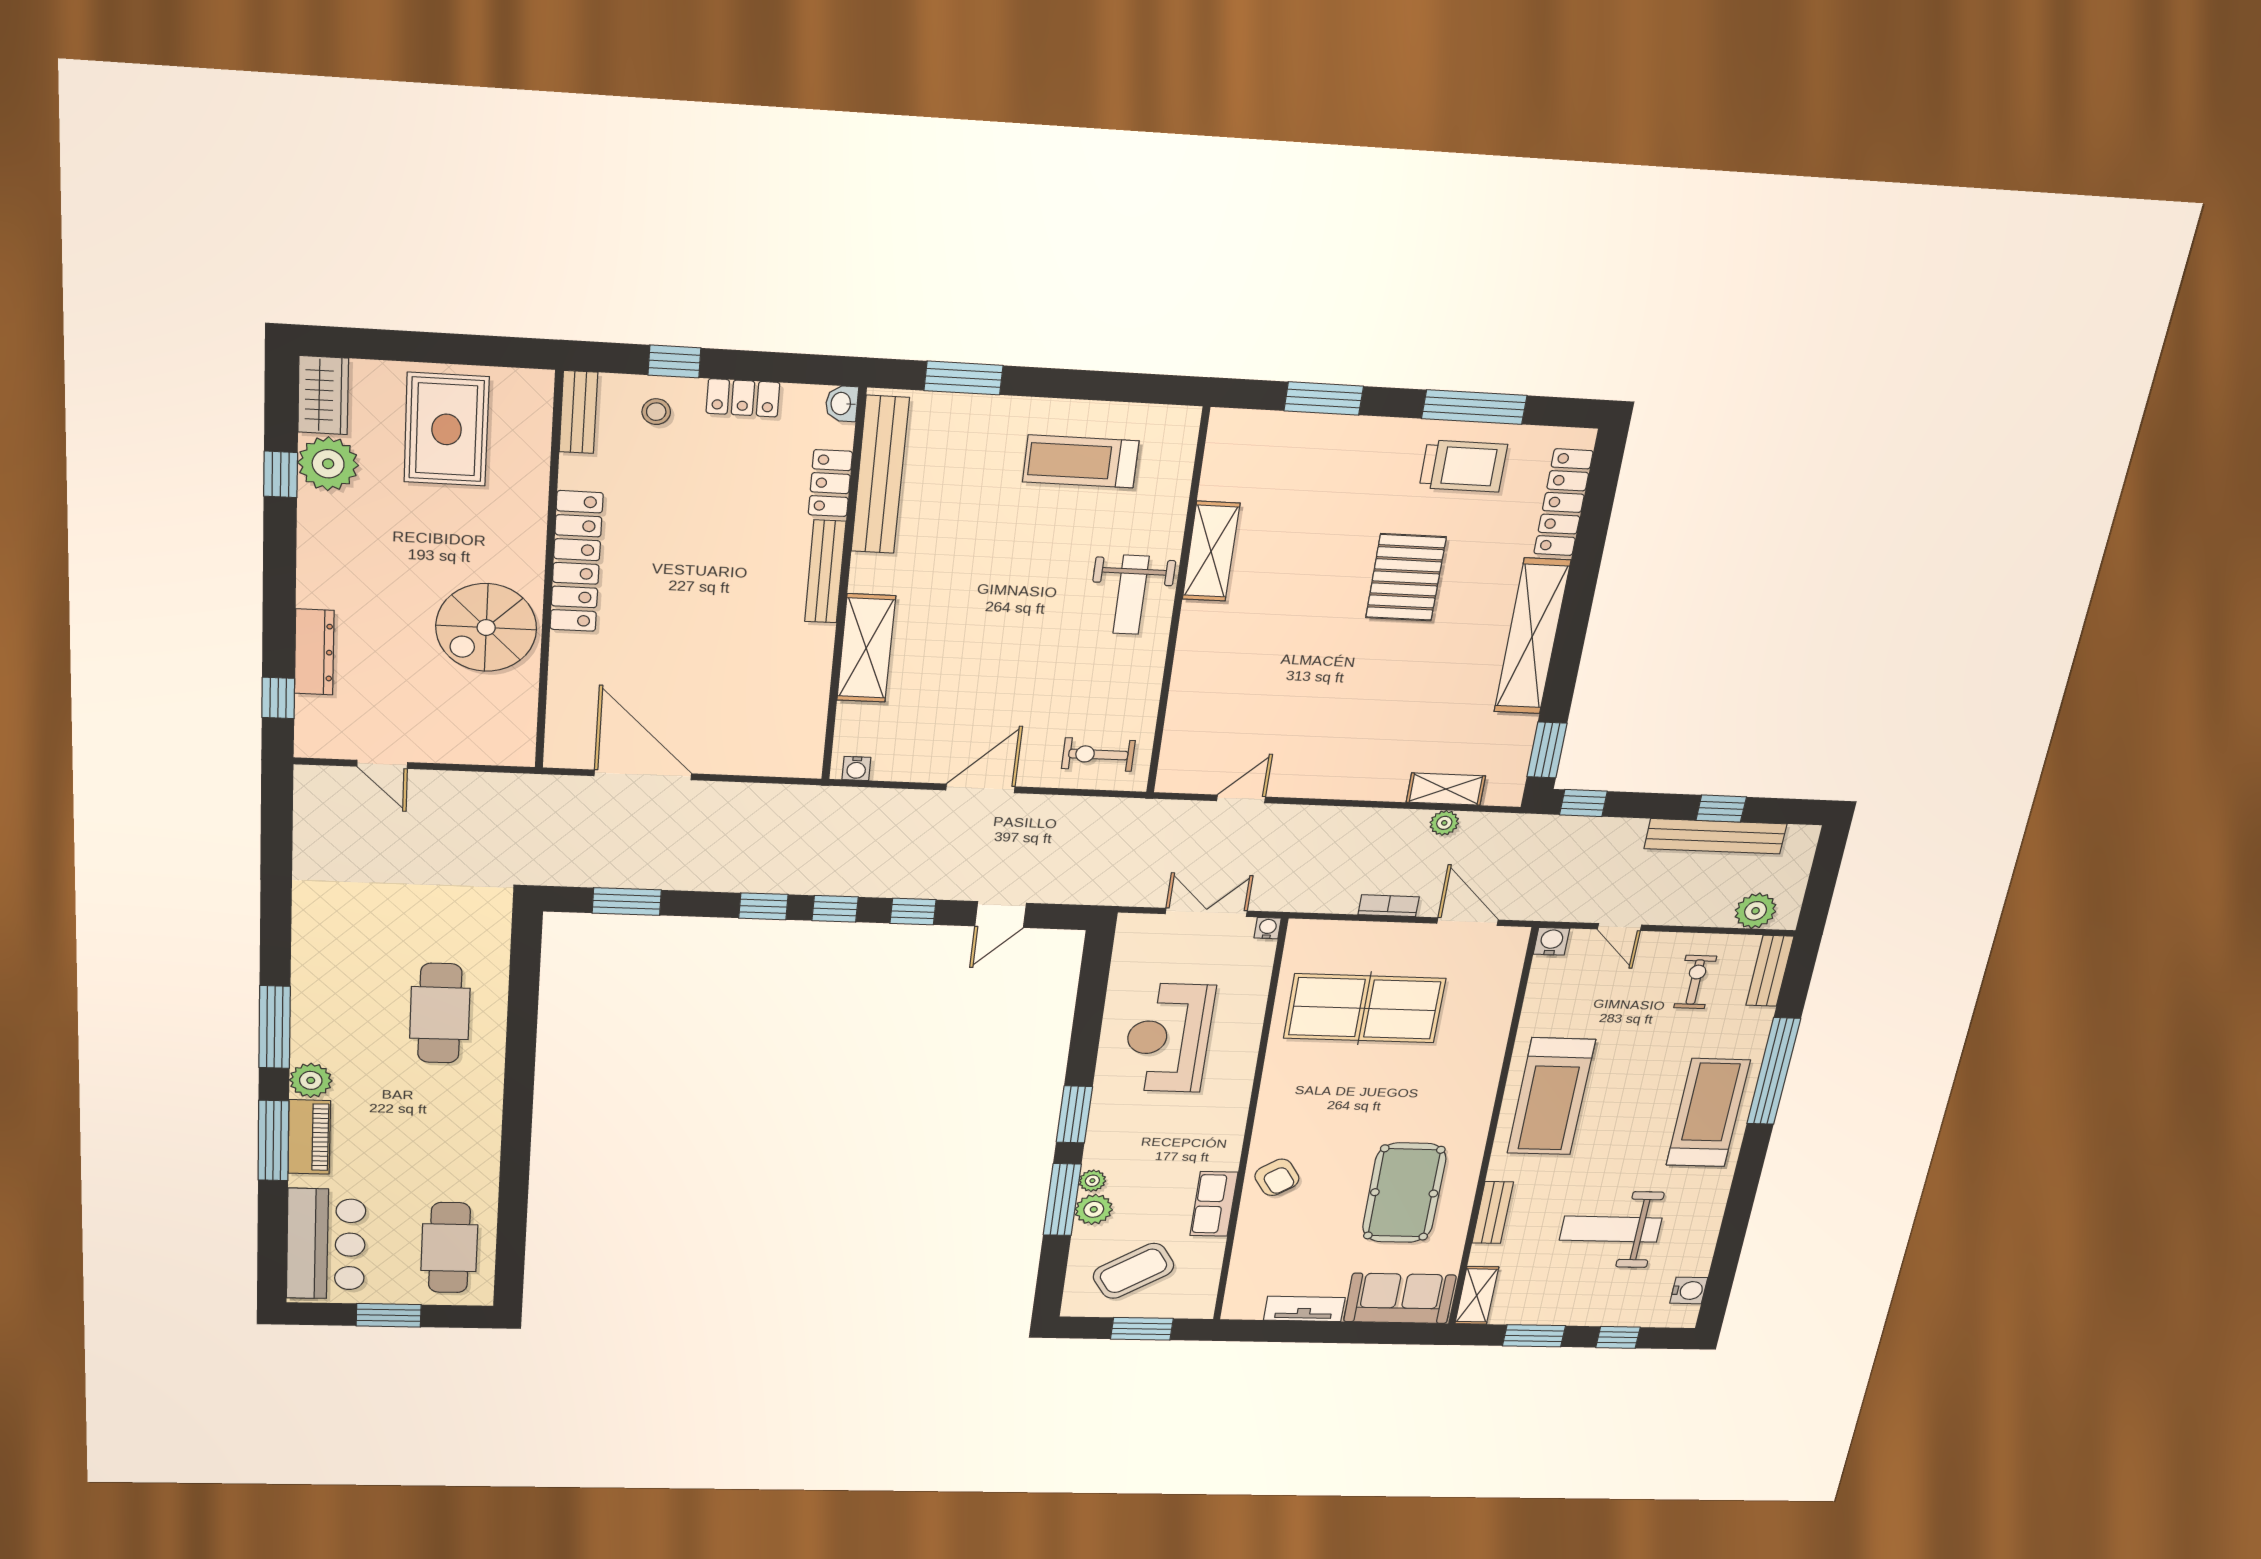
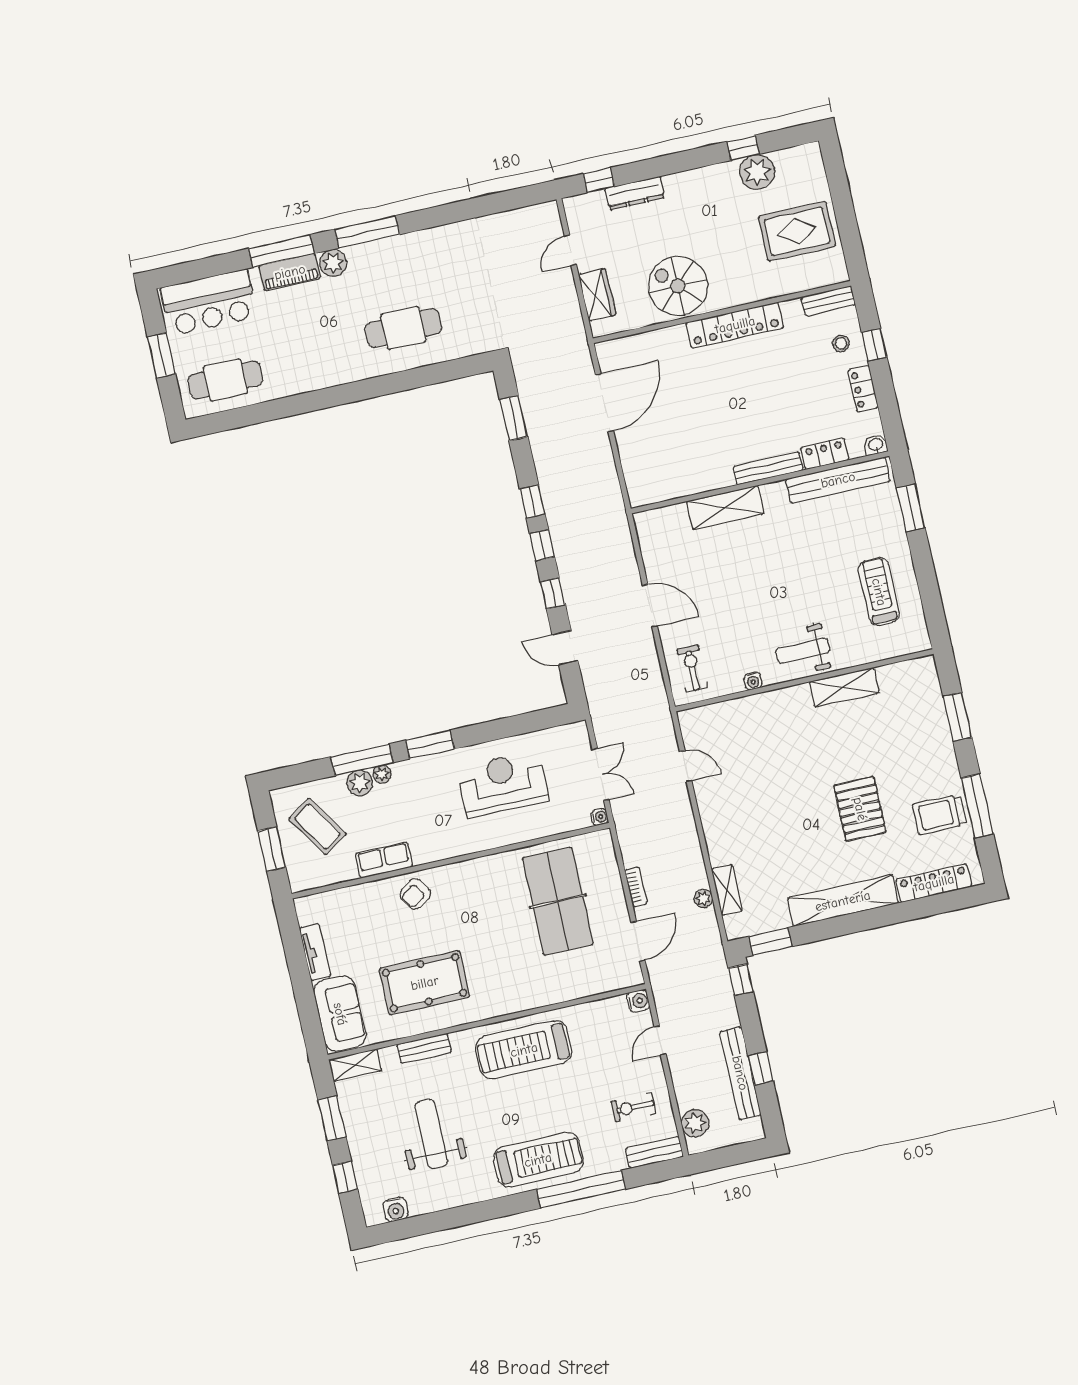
wardrobe: (323, 395) -> (597, 295), moved, turned -90
trolley: (1463, 466) -> (939, 814), turned 90
pallet: (1406, 577) -> (860, 809), turned 90
water cooler: (856, 768) -> (753, 681), moved, turned -90
exercise bike: (1695, 982) -> (633, 1107), turned 180

